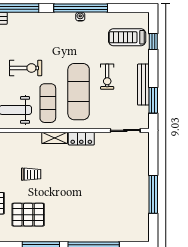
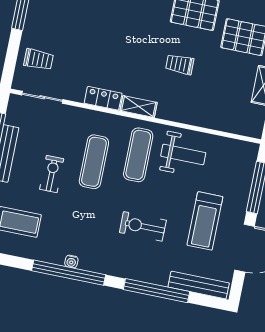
exercise bike: (26, 68) -> (143, 226), moved
exercise mat: (79, 92) -> (94, 162), width x0.73, depth x0.69
trolley: (133, 157) -> (39, 59), added

